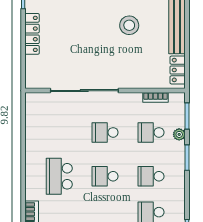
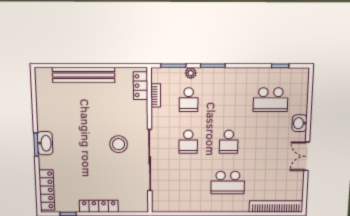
stool: (129, 25) -> (119, 144), moved
locker: (178, 70) -> (141, 86), moved, turned 90
school desk: (151, 176) -> (230, 100), removed

